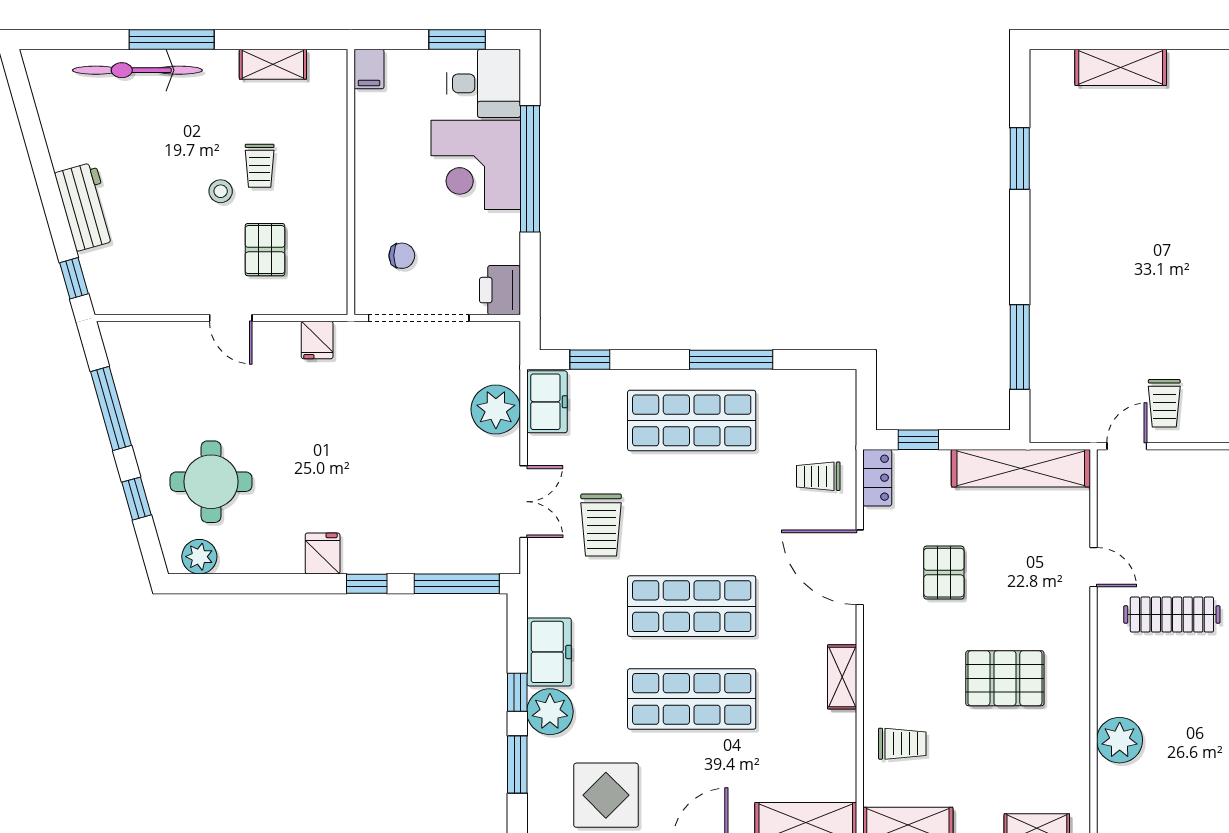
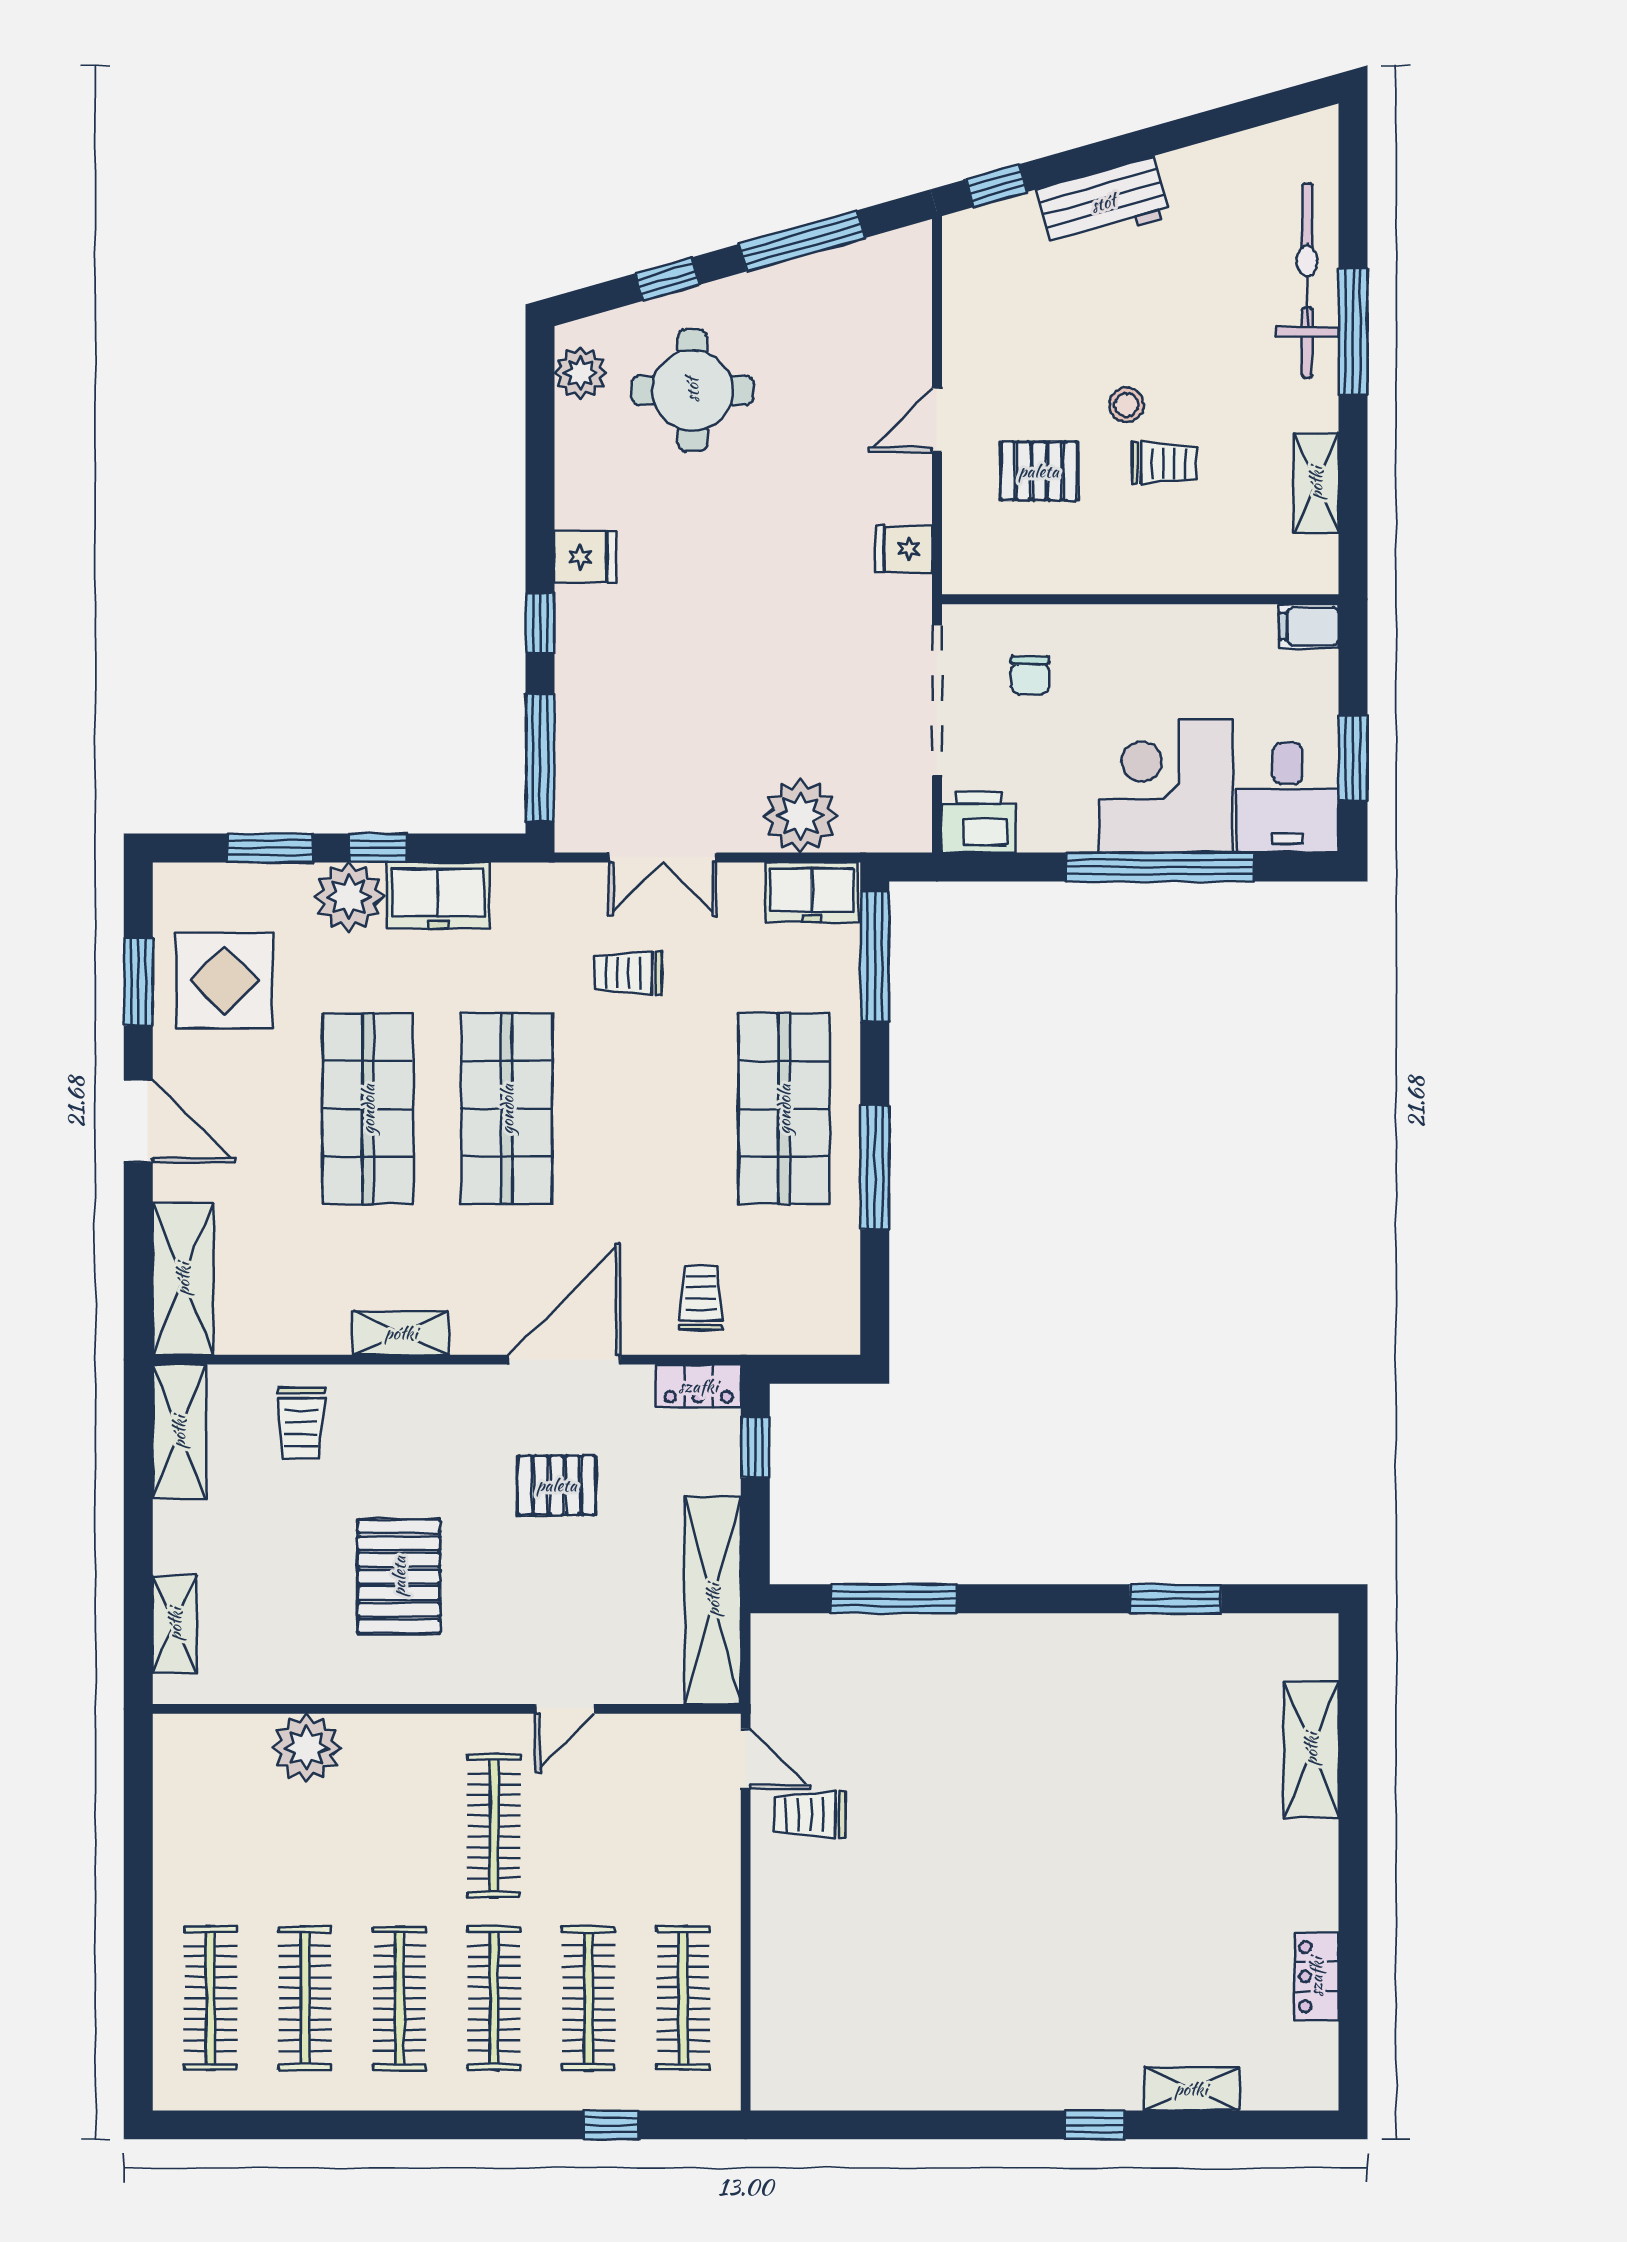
trolley: (260, 166) -> (1164, 463), turned 180
window: (590, 360) -> (875, 956), width x2.17
trolley: (601, 525) -> (628, 973), width x0.73, depth x0.72

